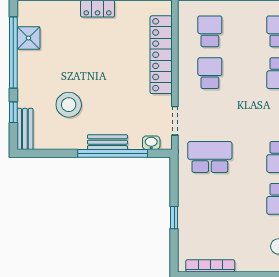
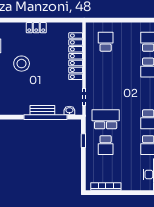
school desk: (210, 73) -> (106, 145), moved, turned 180
stool: (69, 105) -> (22, 64), moved
window: (174, 218) -> (83, 141), moved

